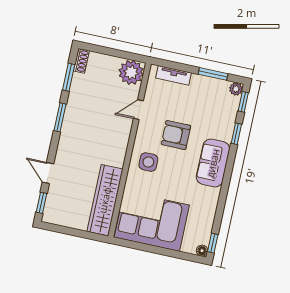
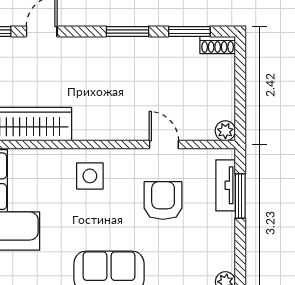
plant: (131, 72) -> (225, 131), width x0.53, depth x0.53
window: (213, 74) -> (240, 196), moved
armchair: (176, 135) -> (163, 201), moved

